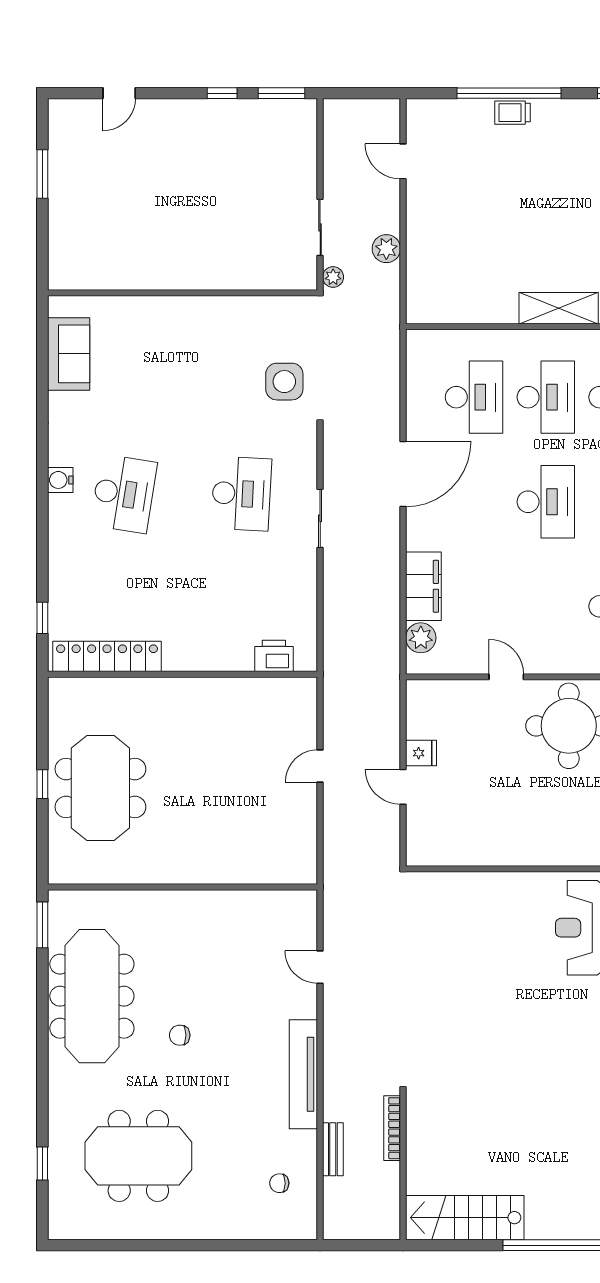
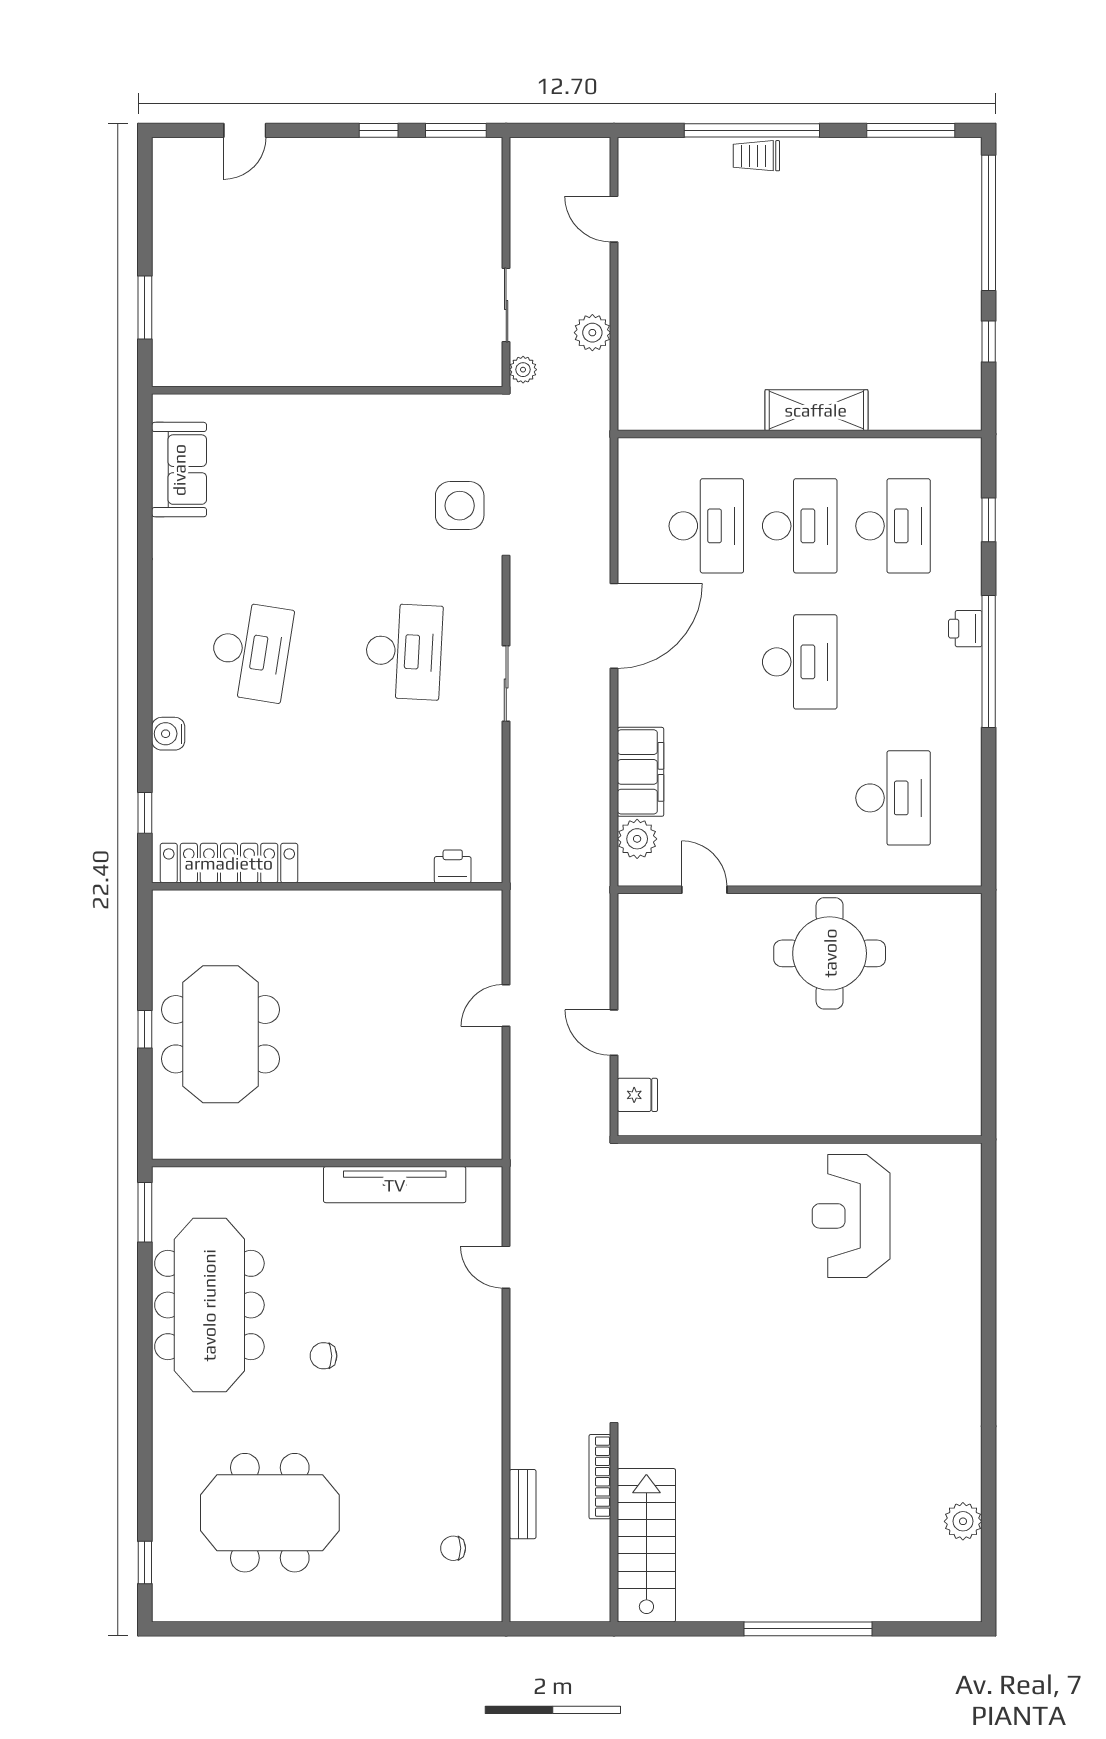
window: (42, 174) -> (145, 308), moved
water cooler: (60, 480) -> (168, 734), moved
printer: (274, 656) -> (453, 866), width x0.73, depth x0.81
door: (506, 677) -> (704, 890), moved
fridge: (421, 753) -> (637, 1095), moved
tv unit: (303, 1074) -> (395, 1185), moved, turned -90
window: (42, 1163) -> (145, 1563), moved
stairs: (465, 1218) -> (646, 1545), moved, turned 90

